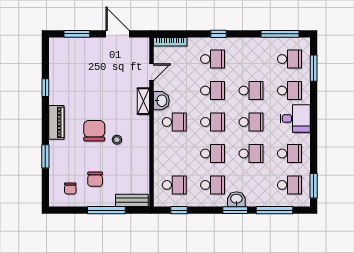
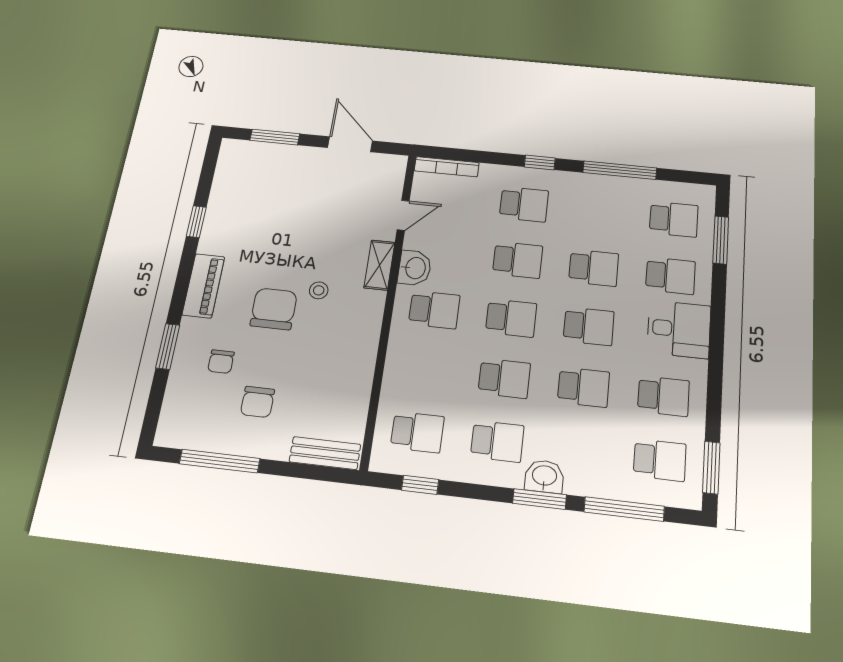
window: (280, 34) -> (620, 170), moved
stool: (117, 140) -> (319, 290), moved
chair: (70, 188) -> (221, 362), moved
window: (106, 210) -> (220, 461), moved

